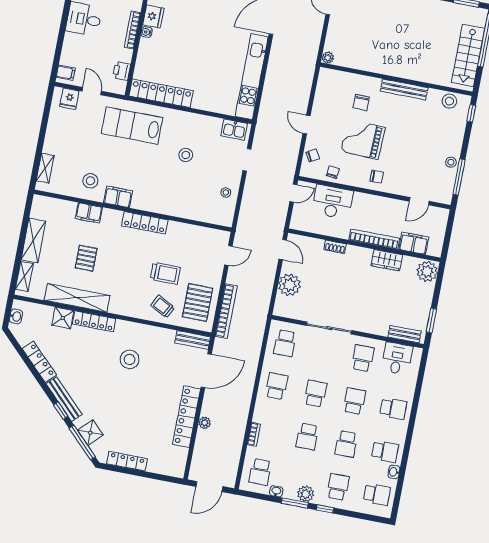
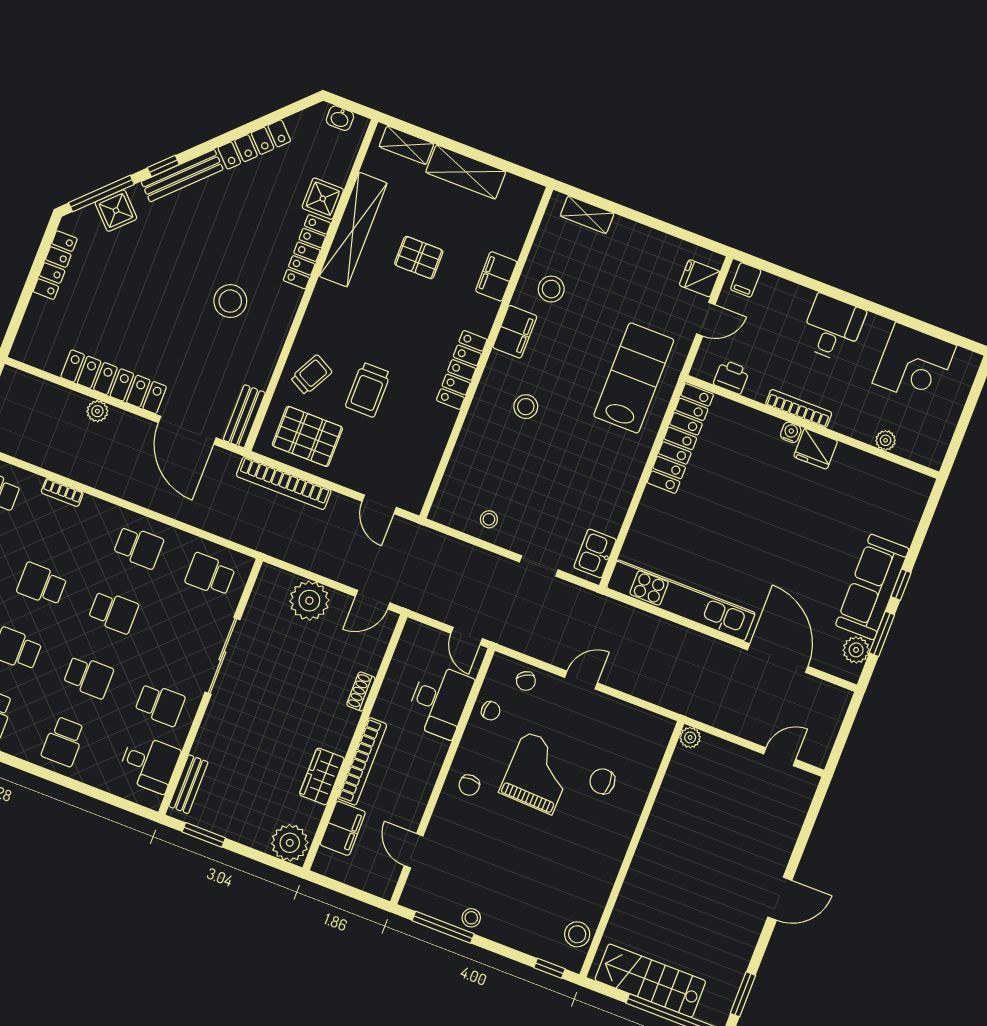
bench: (404, 89) -> (611, 860), removed
stool: (186, 155) -> (526, 407), moved

